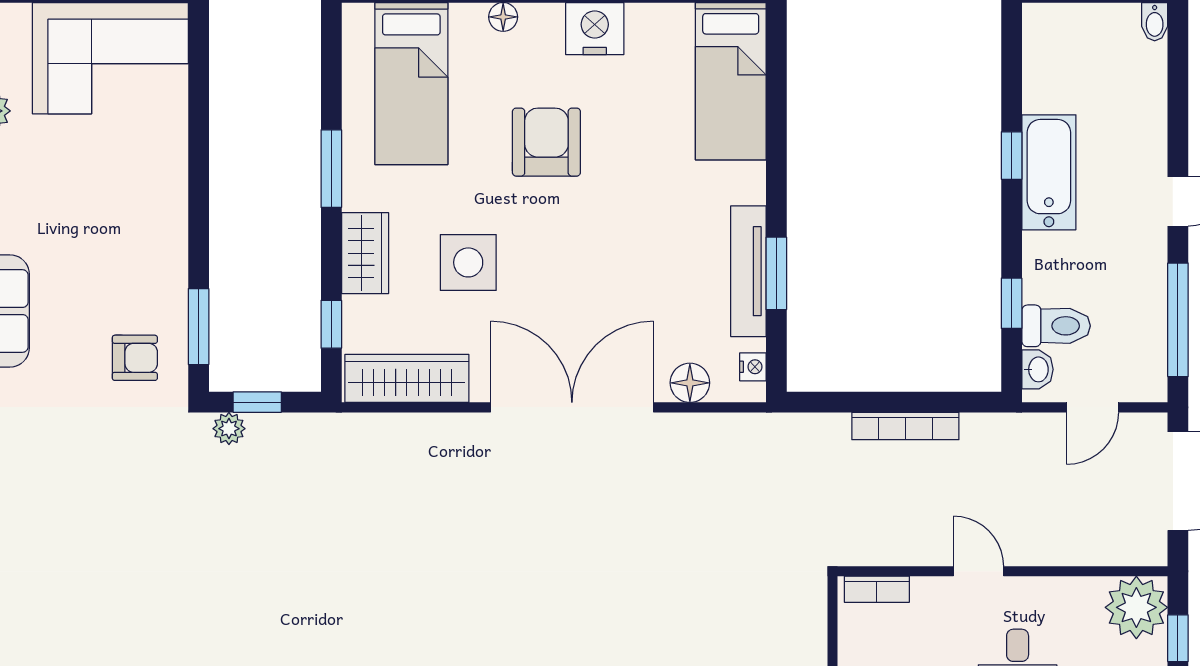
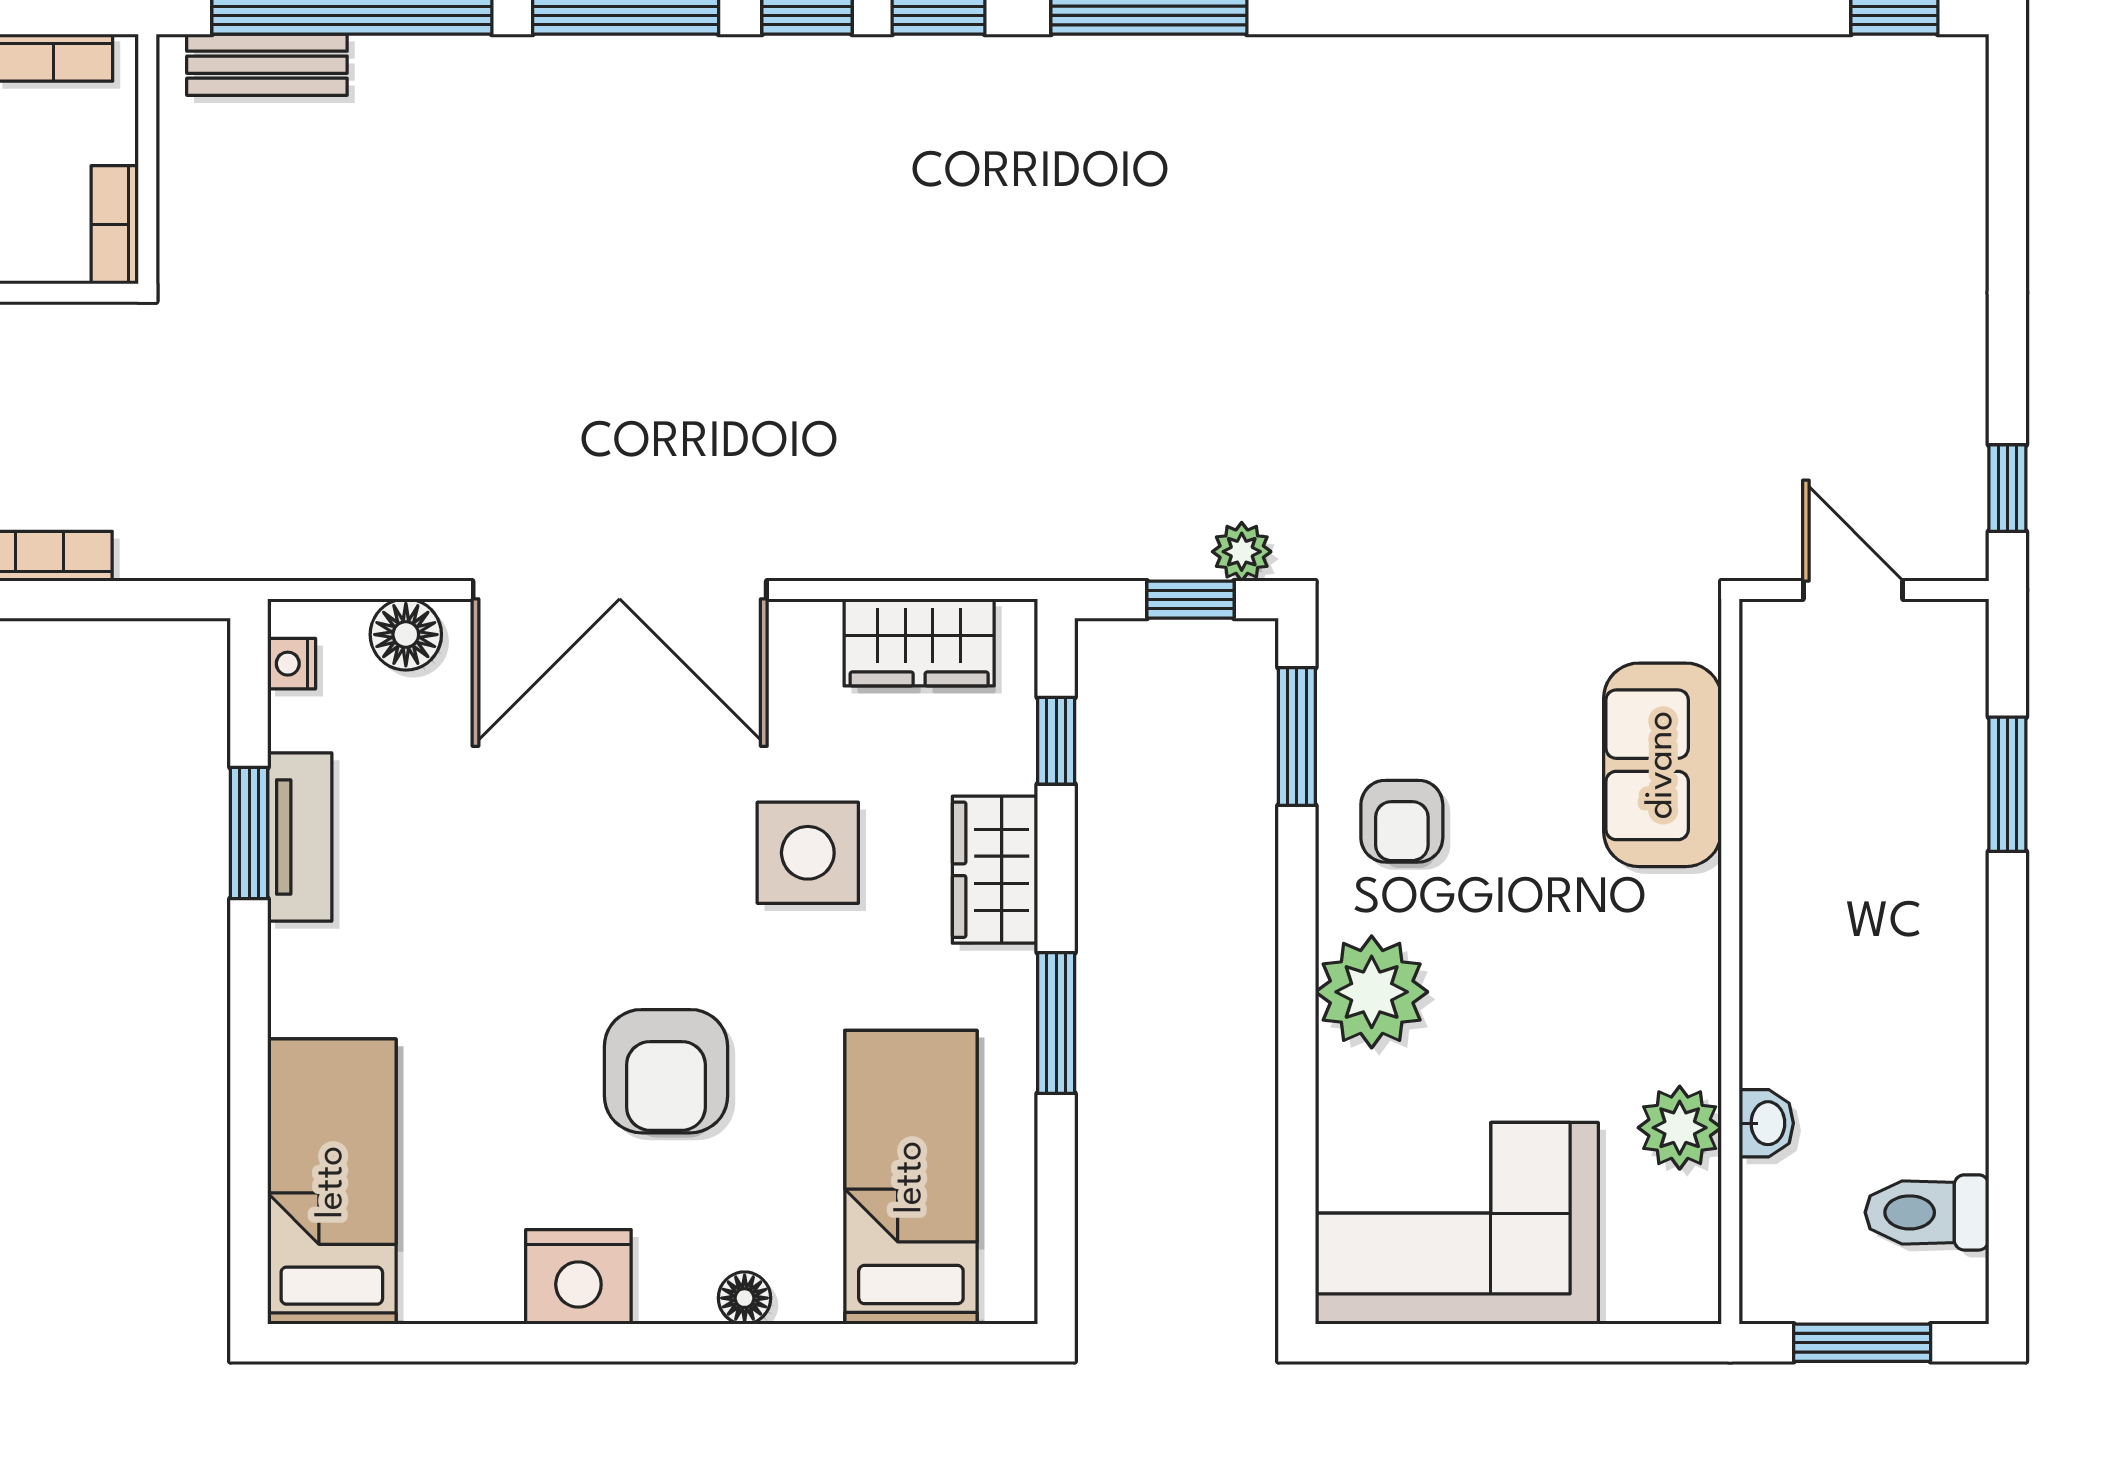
plant: (157, 186) -> (1372, 992), added
tv unit: (748, 271) -> (300, 837), width x0.71
armchair: (135, 358) -> (1402, 821), moved, turned -90
wardrobe: (407, 378) -> (919, 642), width x0.67
bookcase: (877, 589) -> (115, 225), moved, turned -90

